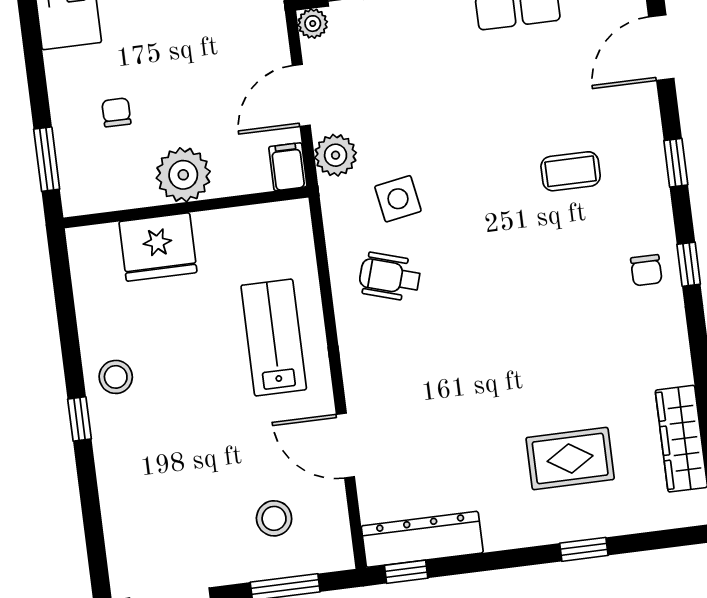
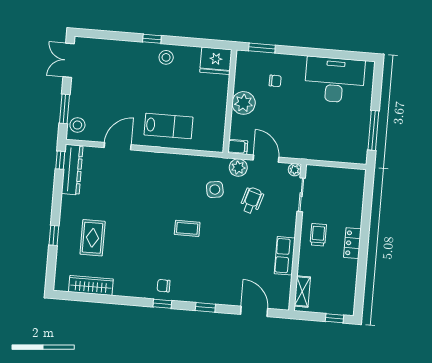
coffee table: (571, 171) -> (187, 228), moved, turned 90
fridge: (158, 247) -> (216, 61), moved, turned -90
wheelchair: (390, 277) -> (252, 200), moved
stool: (274, 518) -> (77, 125), moved

